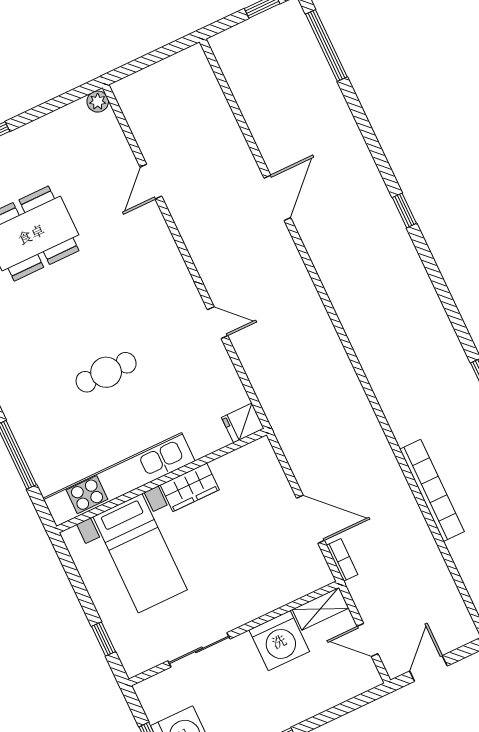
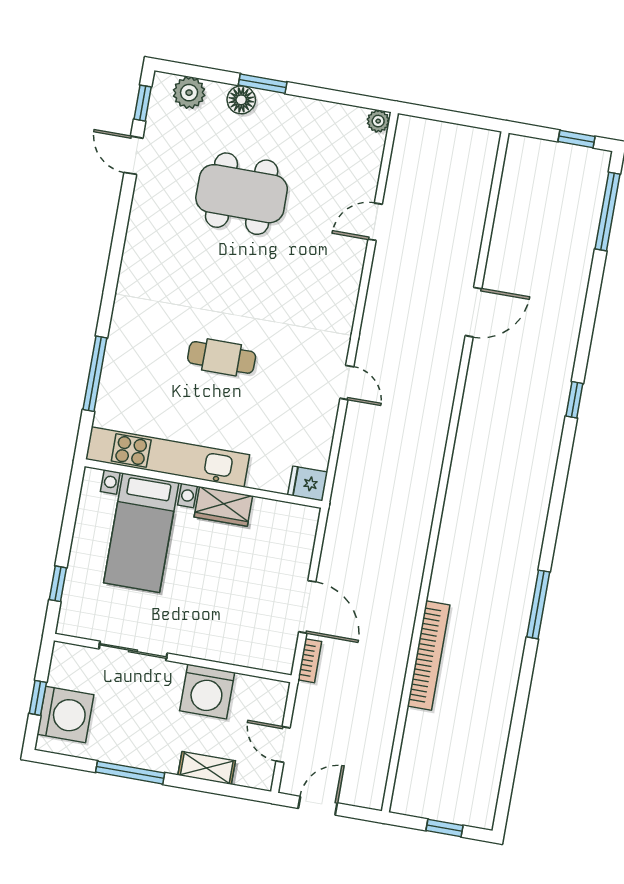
shelving: (320, 609) -> (207, 768), moved

